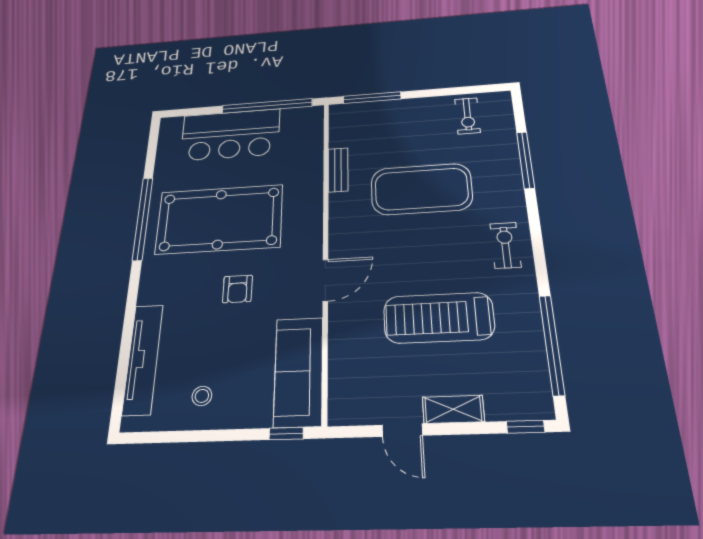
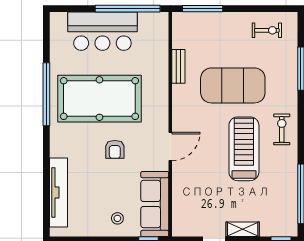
exercise bike: (468, 116) -> (267, 30), turned -90
treadmill: (439, 318) -> (244, 149), moved, turned 90
stool: (202, 396) -> (117, 218), moved

